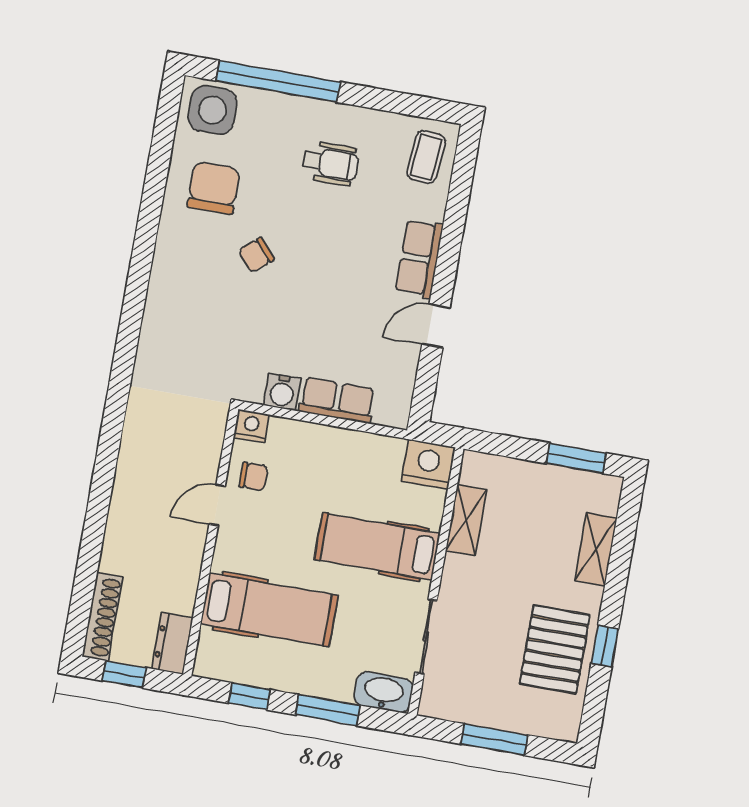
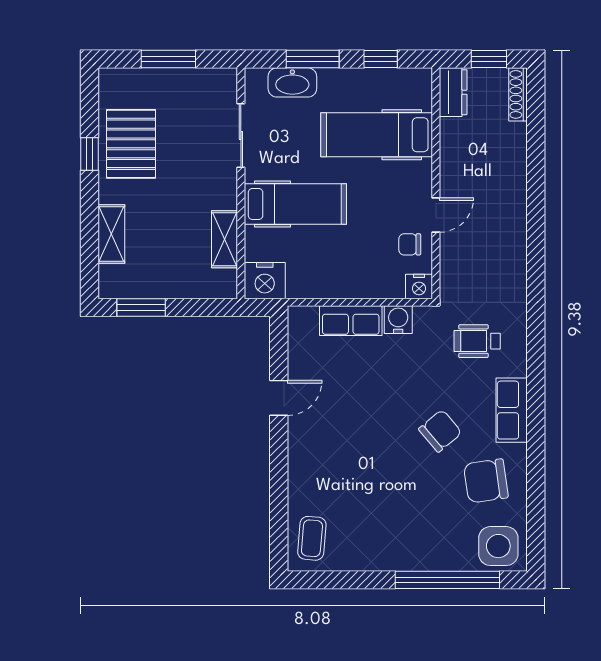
wheelchair: (331, 163) -> (477, 341), moved
chair: (214, 188) -> (486, 481), turned 82
chair: (256, 255) -> (440, 431), width x1.37, depth x1.37
row of seats: (419, 258) -> (512, 410), moved, turned 180
shoe rack: (102, 617) -> (518, 94), width x0.74, depth x0.81
washbasin: (384, 692) -> (292, 82), moved

